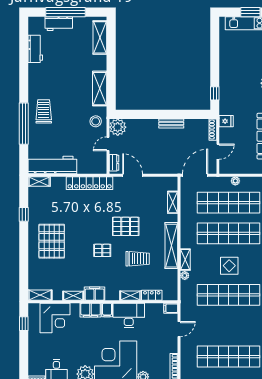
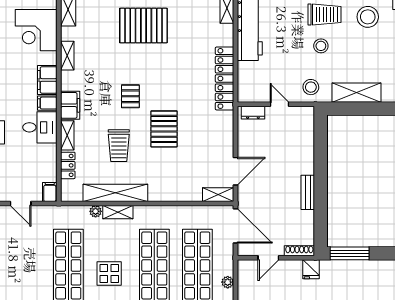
stool: (45, 81) -> (368, 17), added
window: (215, 93) -> (350, 253), width x2.17
stool: (66, 114) -> (321, 46), added
plant: (118, 127) -> (303, 118), removed
door: (218, 152) -> (268, 258), hinge flipped
door: (133, 175) -> (236, 171), moved
shelving: (173, 202) -> (218, 195), moved
shelving: (171, 246) -> (115, 193), moved
filing cabinet: (95, 294) -> (70, 105), moved
desk: (129, 315) -> (40, 127), width x0.73

